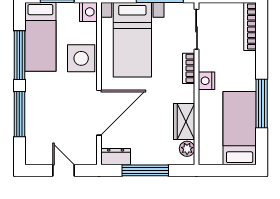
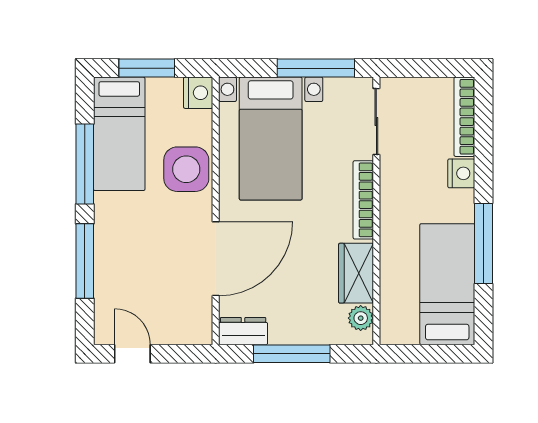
bookcase: (189, 68) -> (363, 200), width x1.56
nightstand: (206, 81) -> (461, 173), moved, turned 180
door: (64, 170) -> (132, 354), moved

